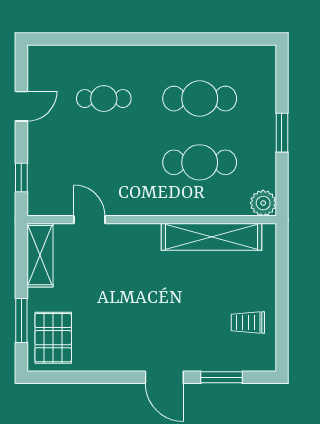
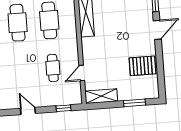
cafe table: (104, 99) -> (53, 68), moved
pallet: (53, 338) -> (143, 66), moved

